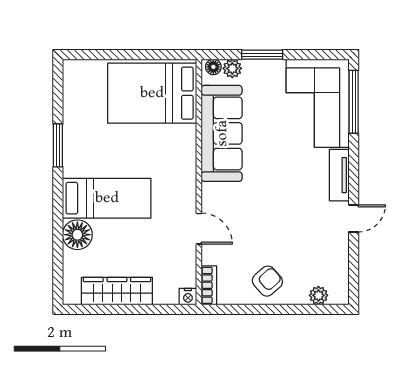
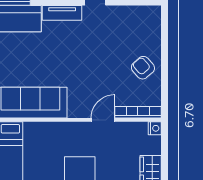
bookcase: (209, 285) -> (138, 112), width x1.56
plant: (318, 295) -> (154, 29), removed

